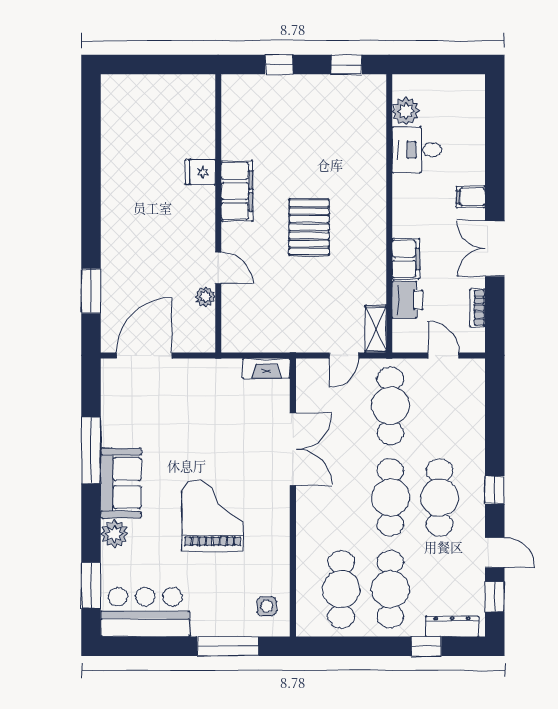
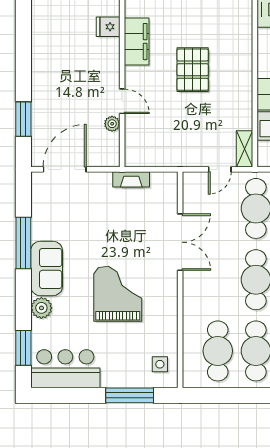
fireplace: (267, 368) -> (131, 179), moved

